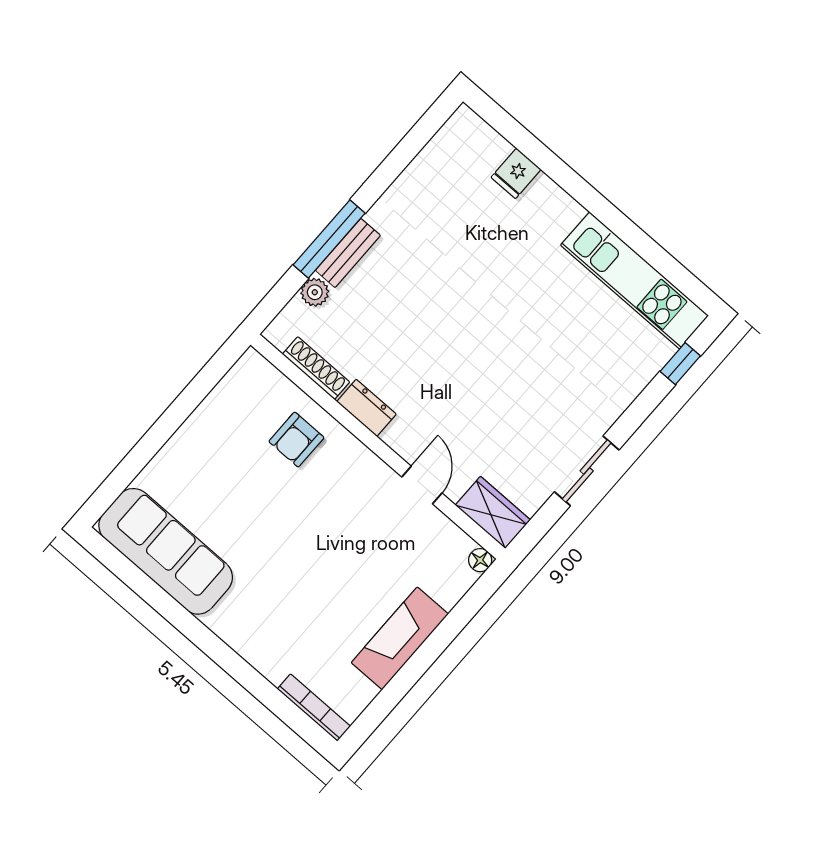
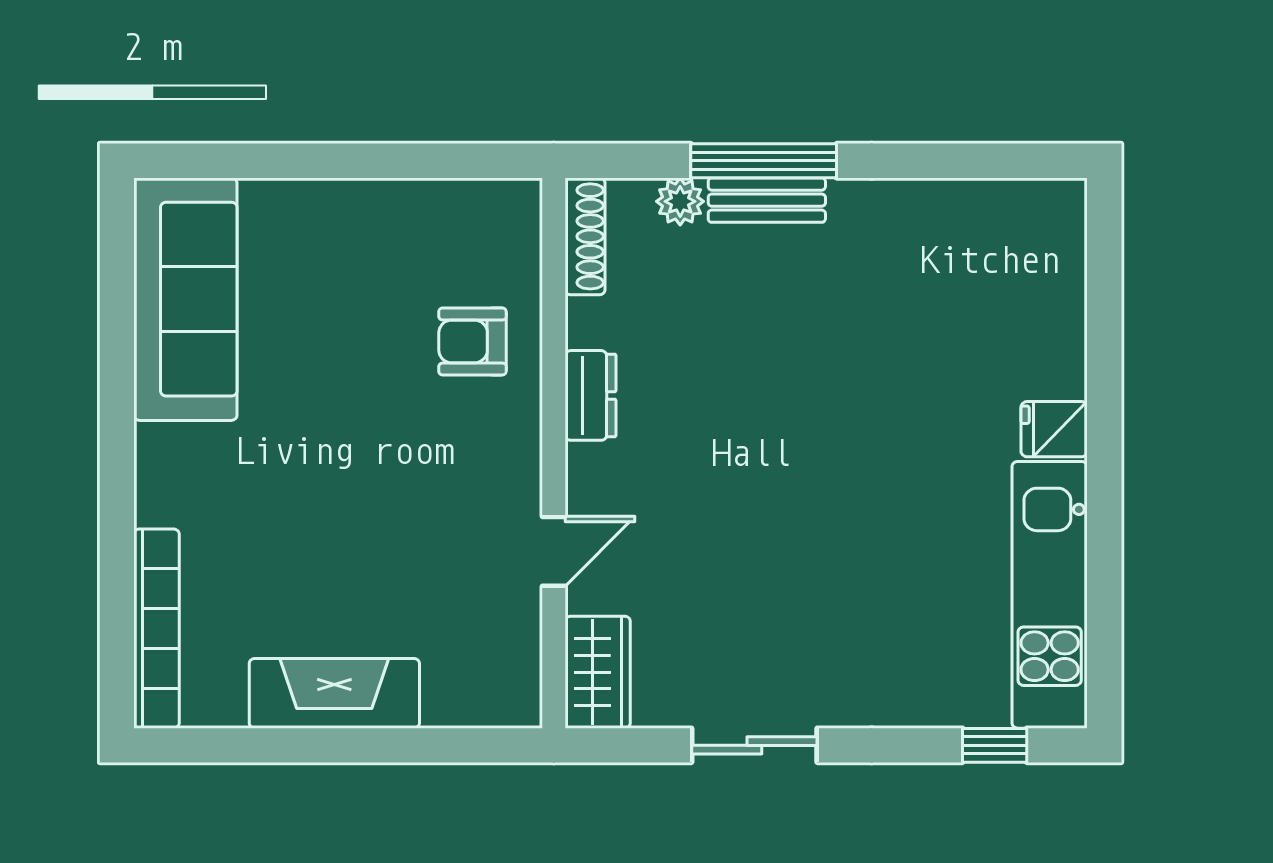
fridge: (516, 173) -> (1054, 429), moved
shoe rack: (316, 368) -> (585, 236), moved
floor lamp: (480, 560) -> (523, 709), removed
bookcase: (314, 708) -> (156, 629), width x1.48, depth x1.31

